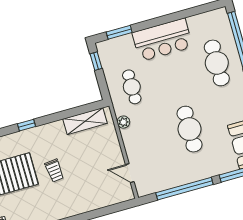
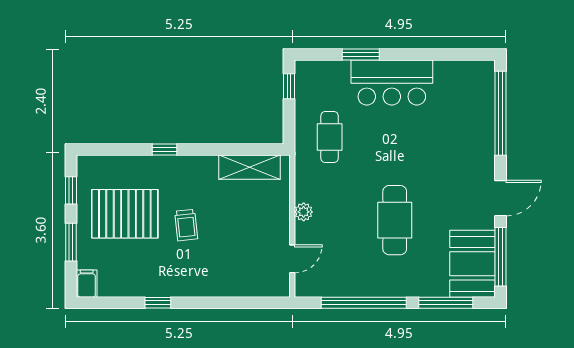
window: (119, 32) -> (361, 54), moved
cafe table: (217, 63) -> (460, 137), removed
plant: (123, 122) -> (304, 212), moved
door: (130, 173) -> (292, 259), swing flipped

